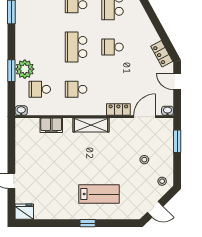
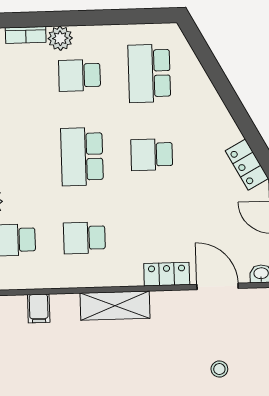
door: (145, 117) -> (218, 286), hinge flipped
filing cabinet: (51, 125) -> (39, 308), width x0.50

